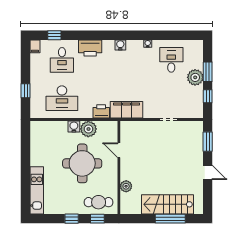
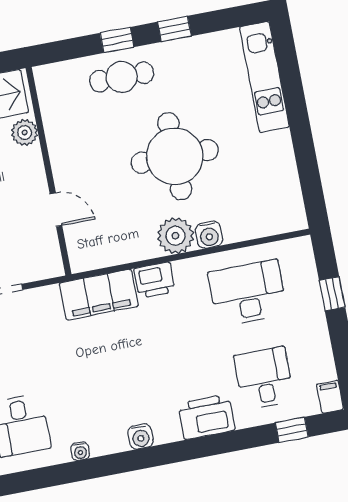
door: (119, 150) -> (56, 210), moved
wall: (119, 168) -> (49, 171), moved
plant: (126, 186) -> (25, 133), moved

